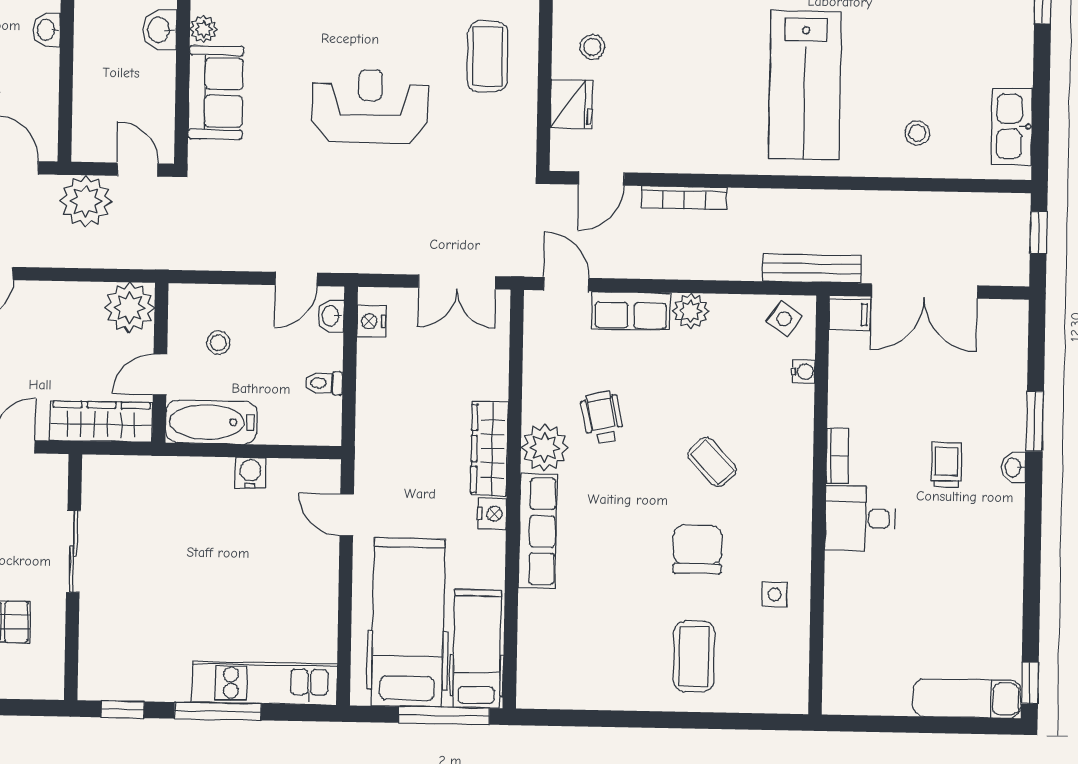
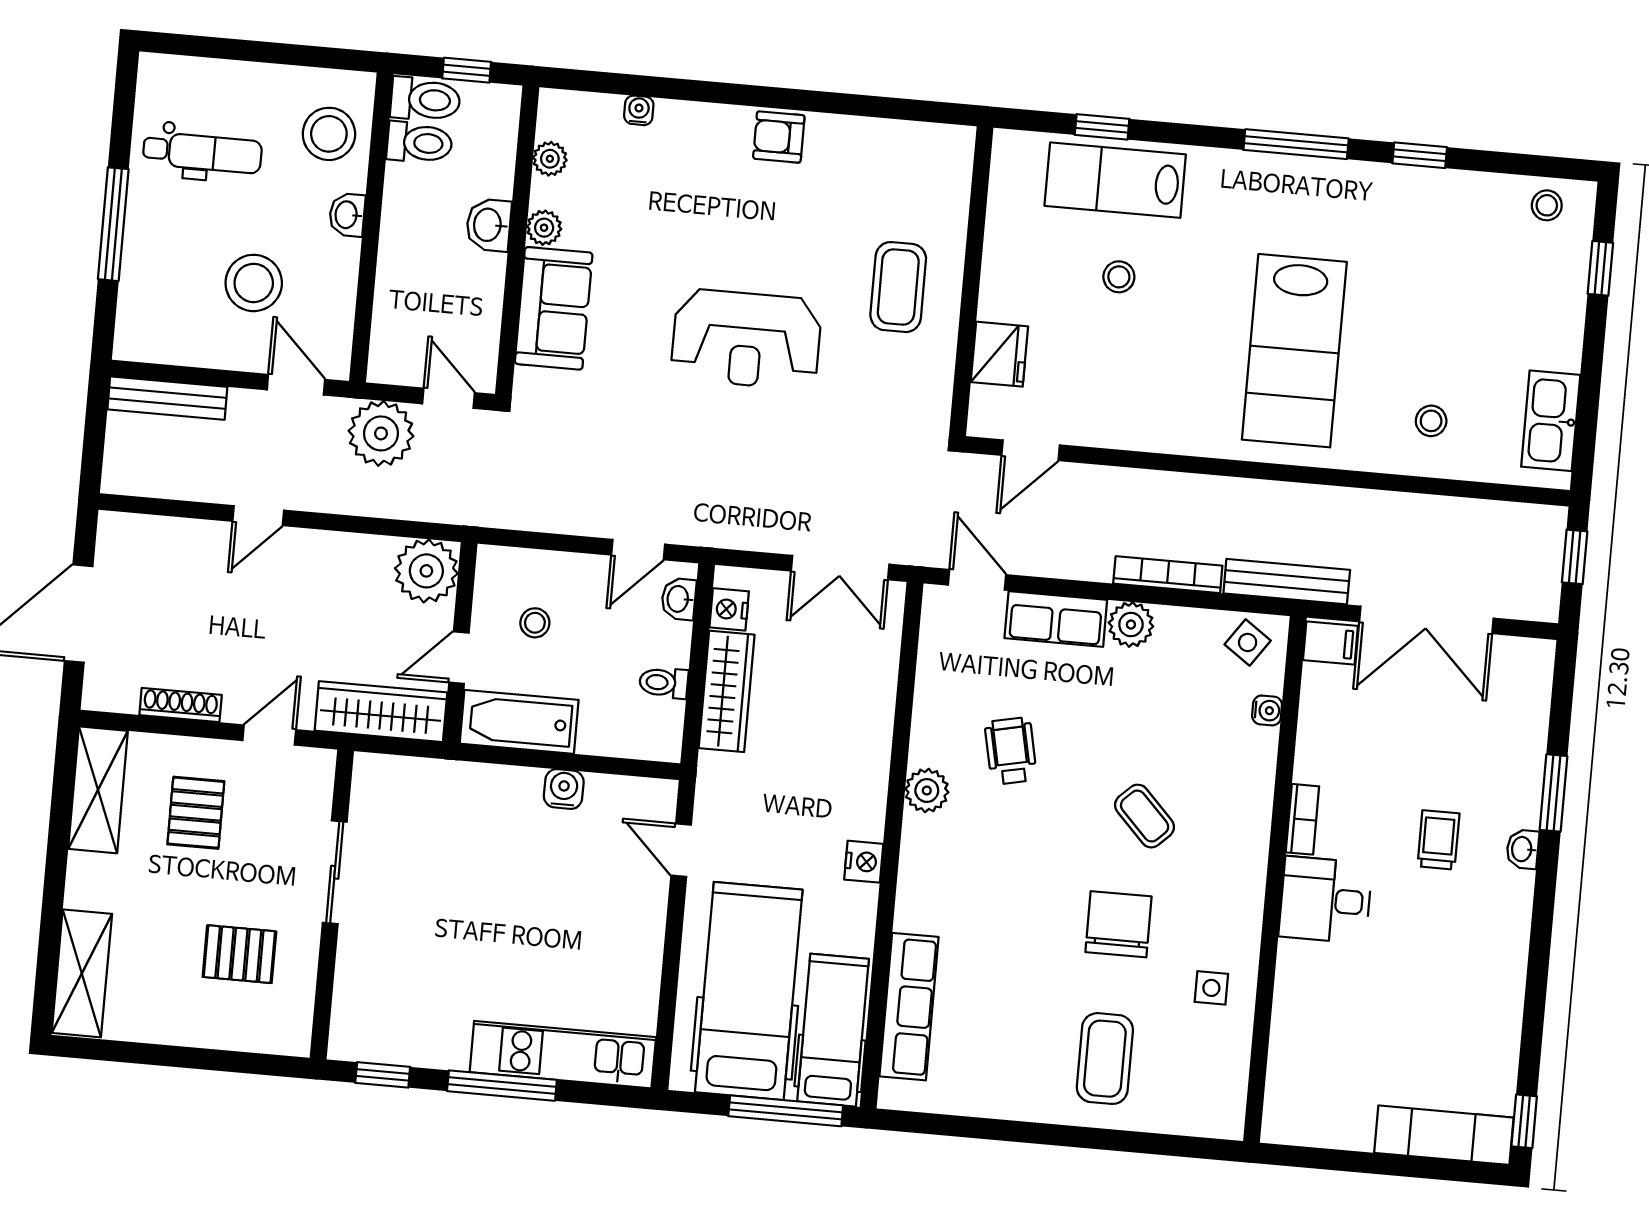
stool: (592, 47) -> (1119, 277), moved
reception desk: (370, 106) -> (746, 339), turned 180
bookcase: (684, 198) -> (1168, 575), moved, turned 180
plant: (545, 448) -> (927, 790), width x0.73, depth x0.73
wardrobe: (489, 449) -> (727, 691), moved, turned 180
row of seats: (538, 531) -> (909, 1007), moved

